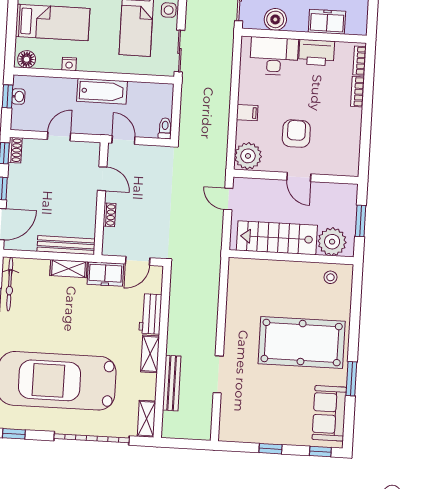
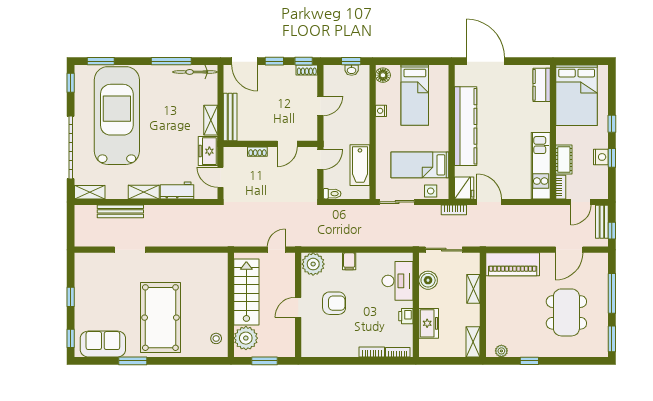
printer: (317, 53) -> (406, 316), width x0.53, depth x0.68
bathtub: (102, 91) -> (360, 165), moved
door: (59, 136) -> (320, 106), hinge flipped

